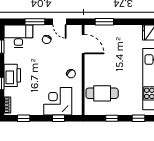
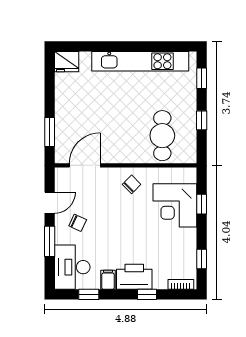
filing cabinet: (10, 59) -> (108, 280), added

